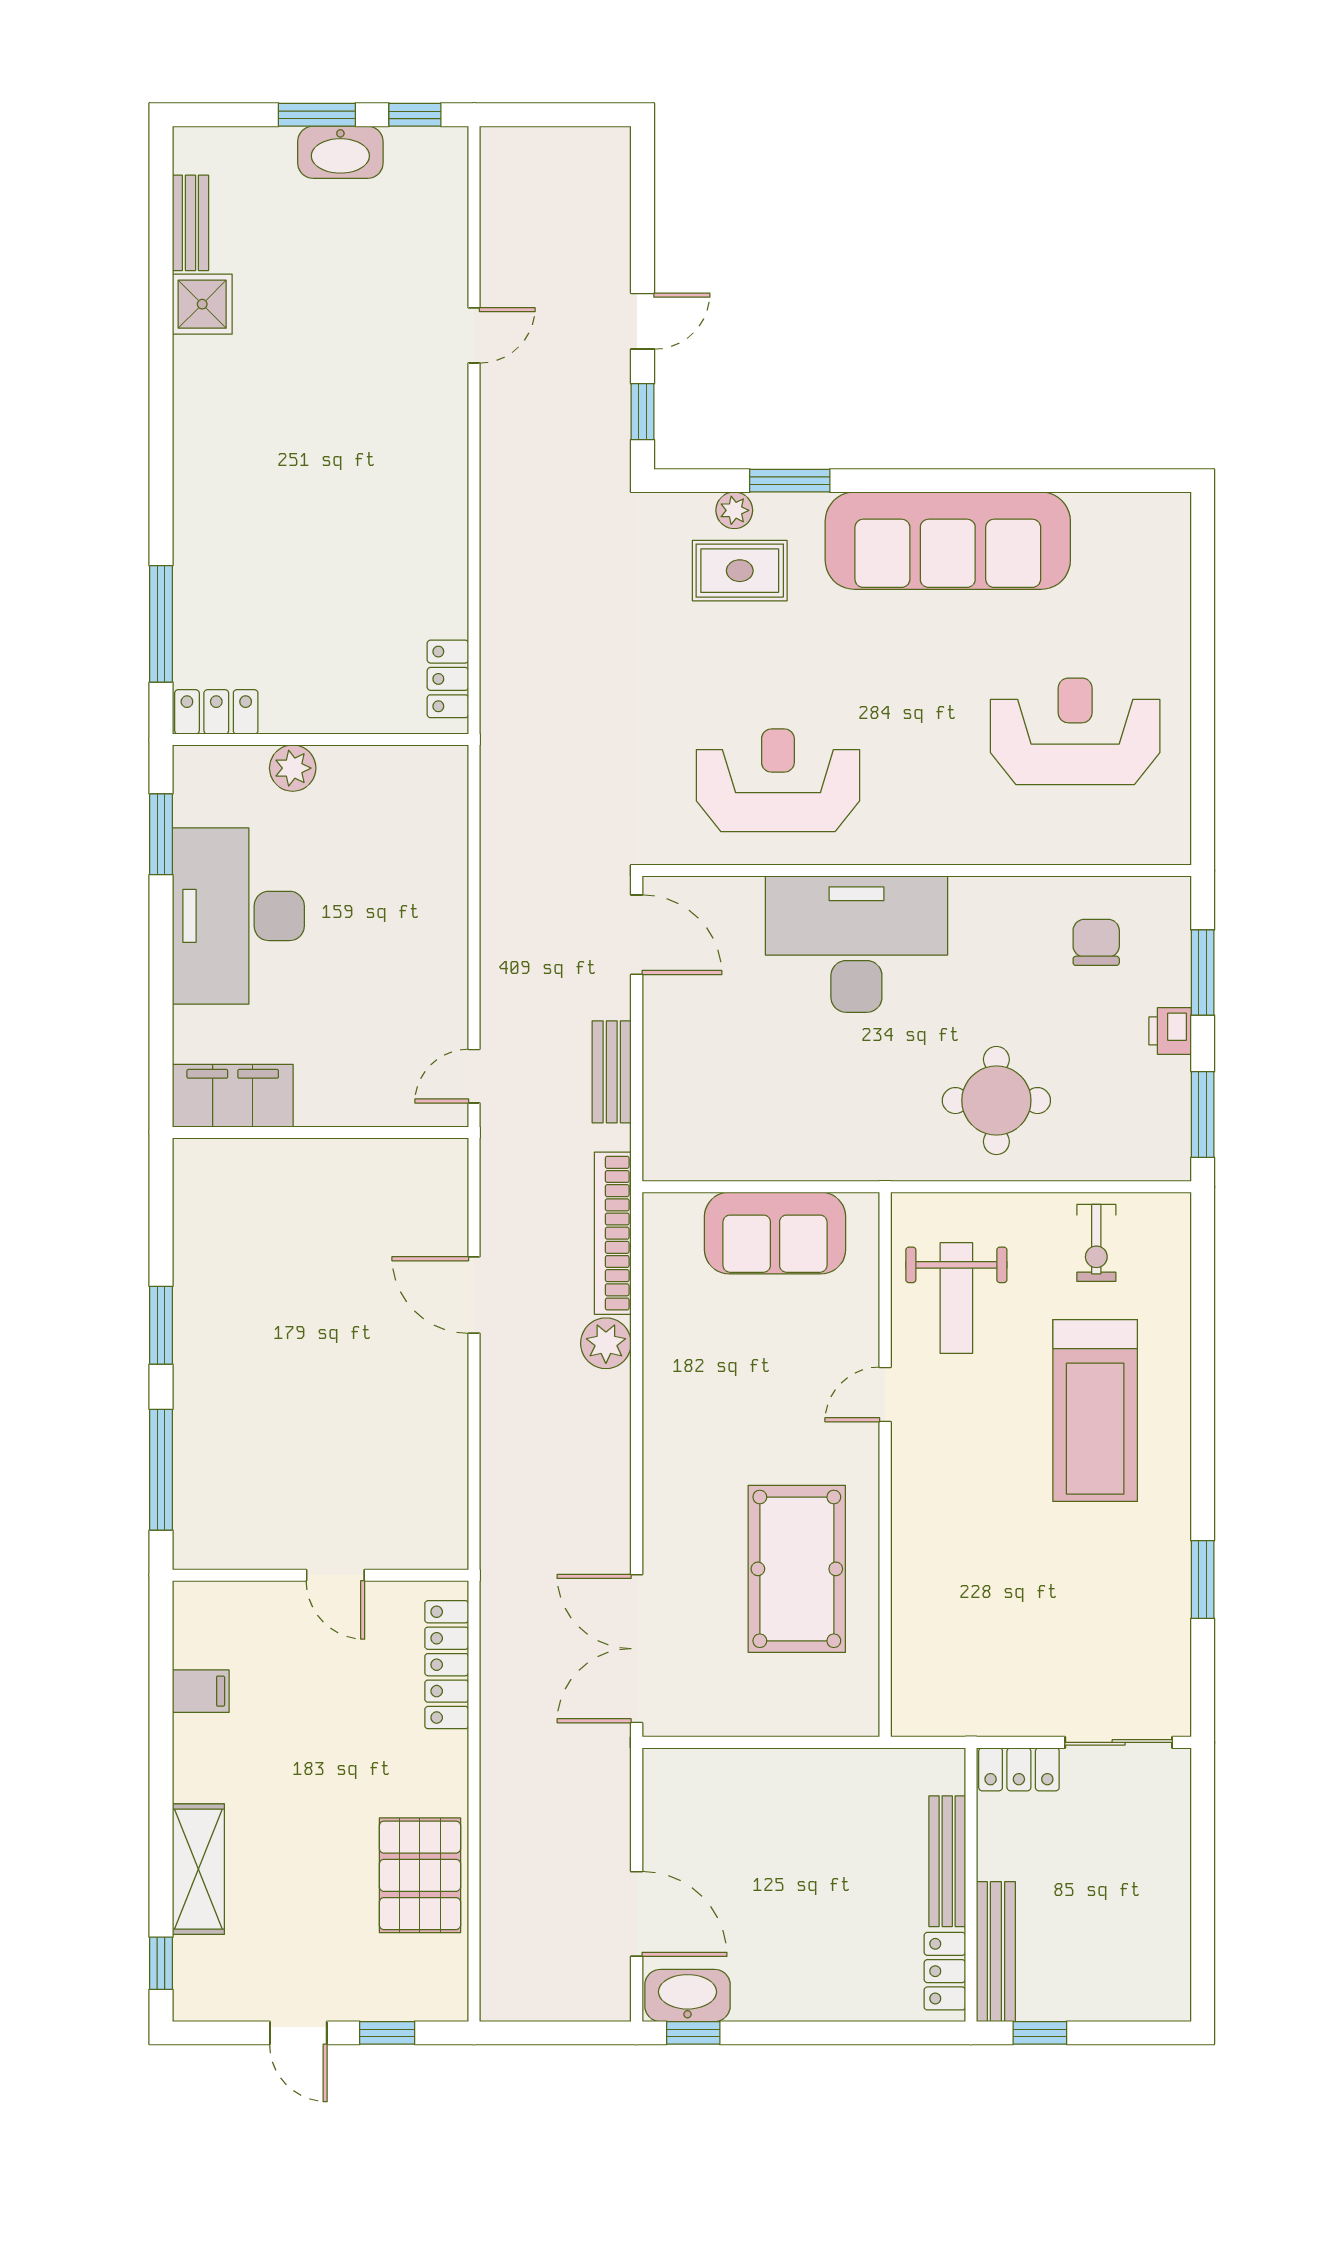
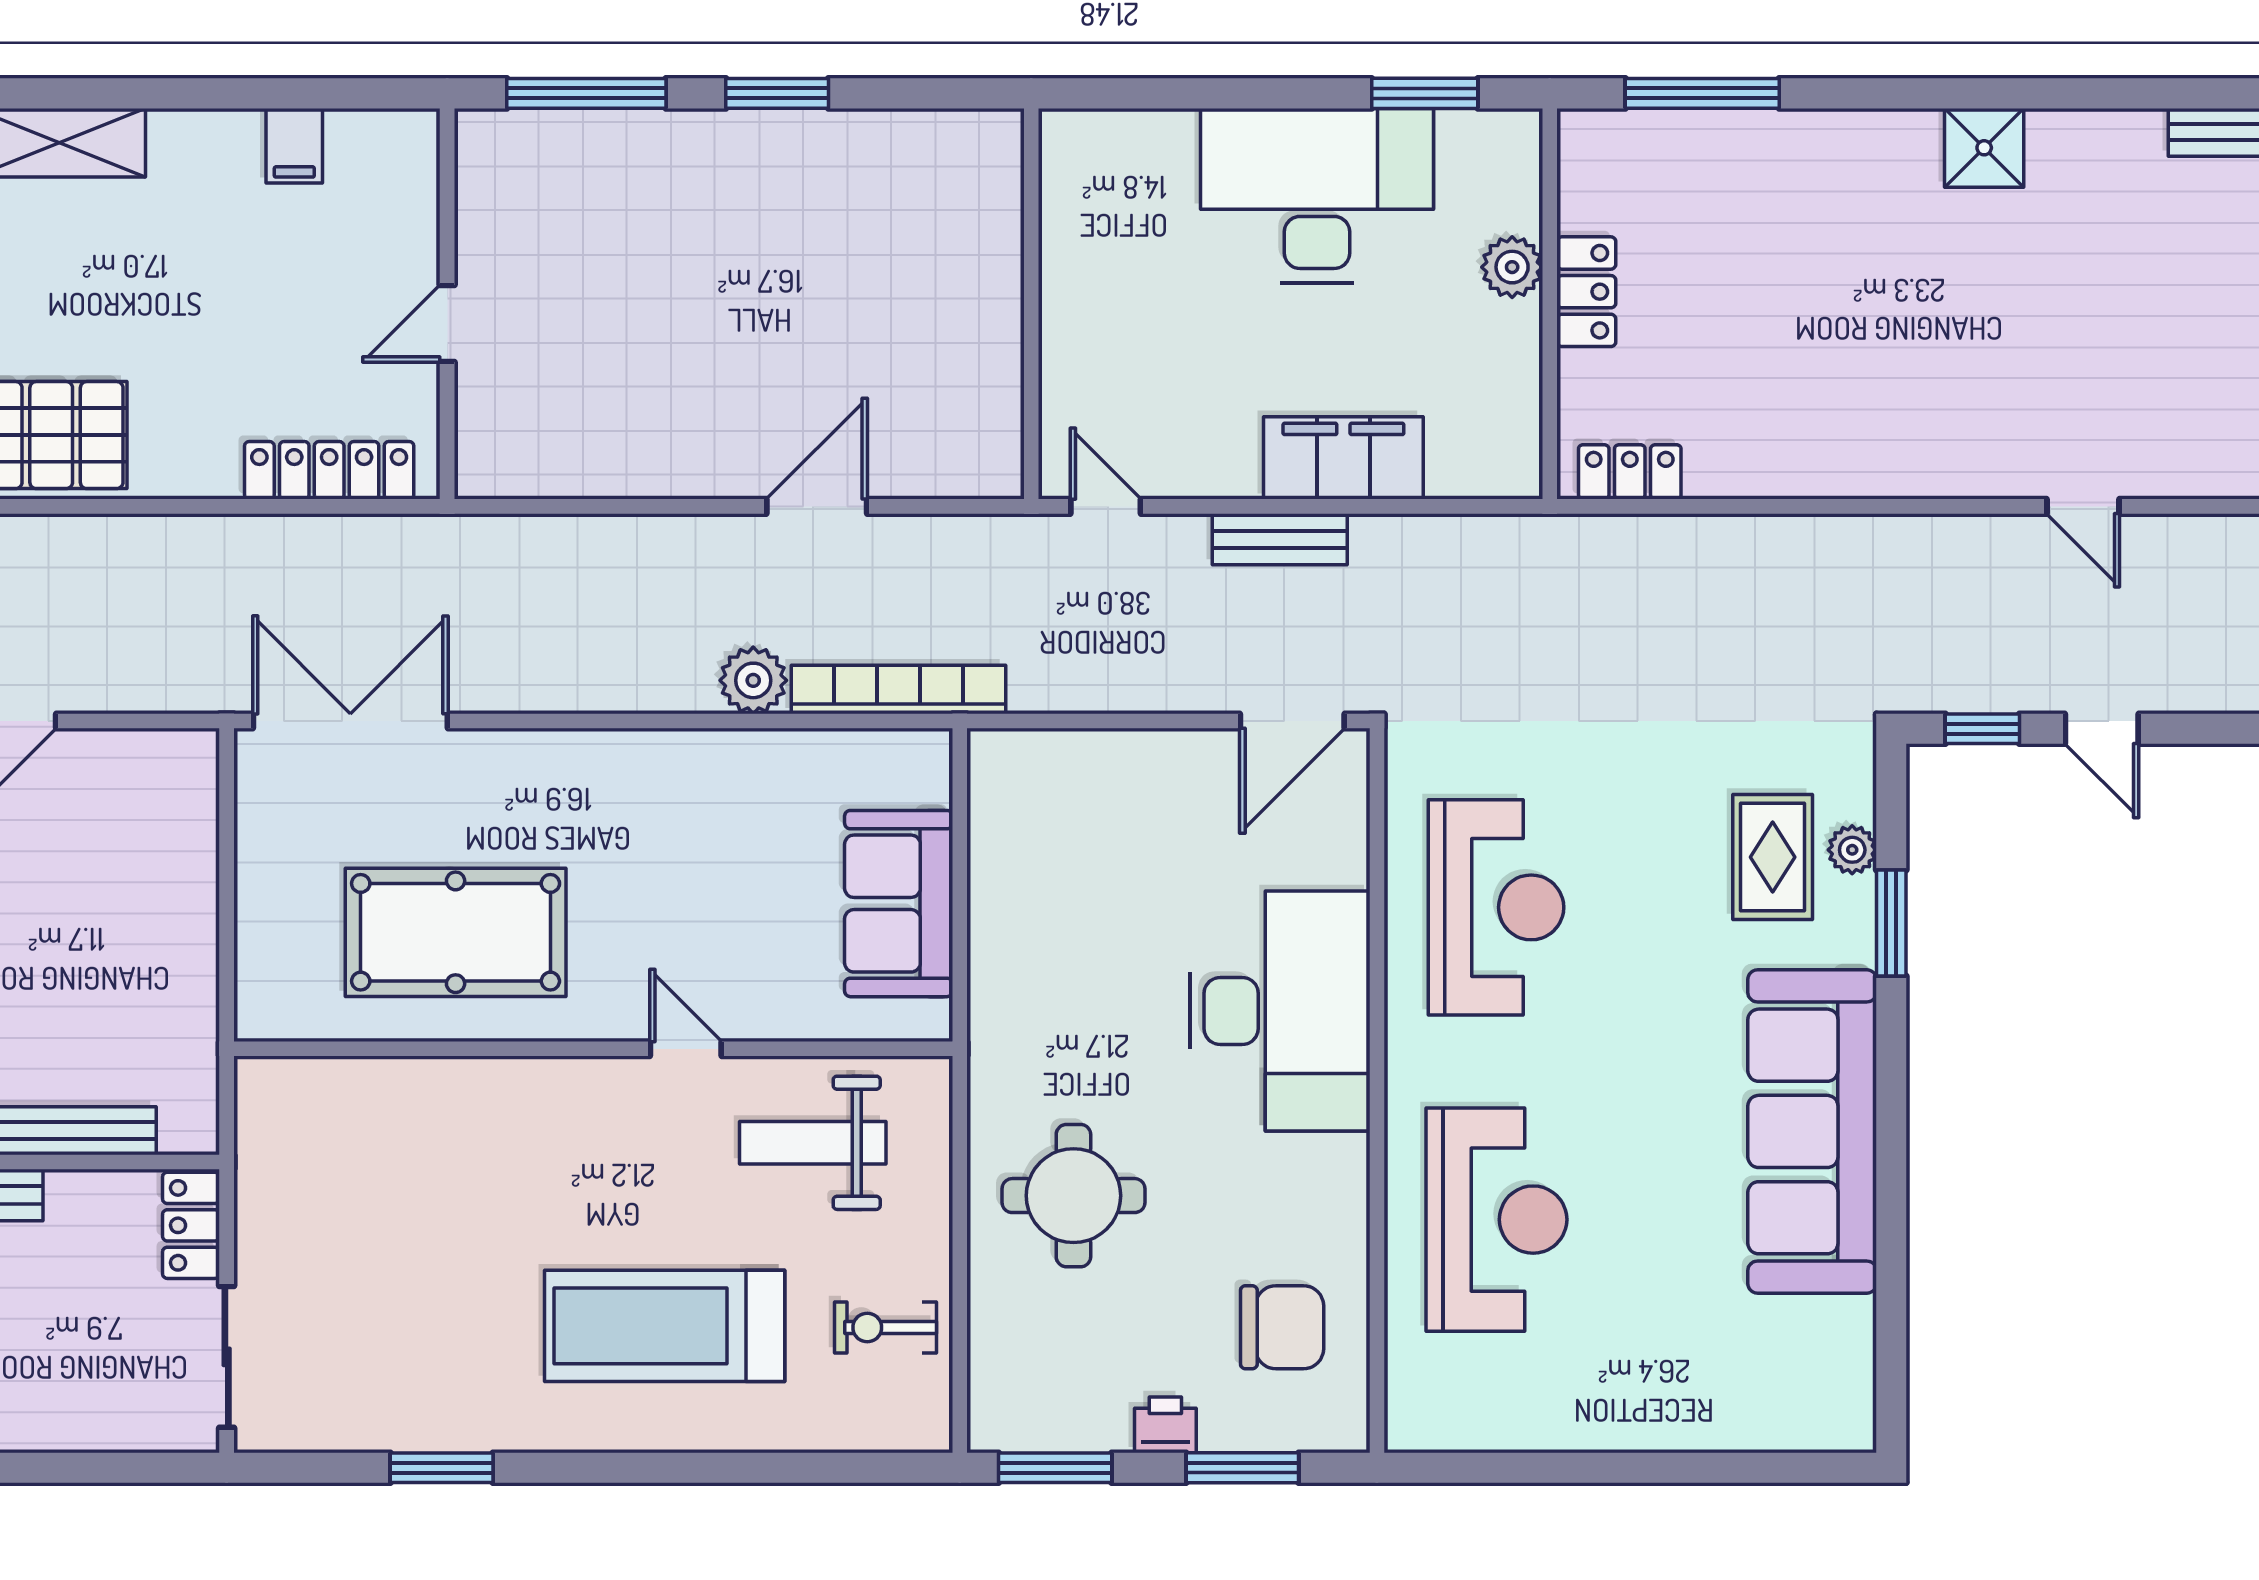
shower: (202, 304) -> (1984, 148), moved
locker: (216, 712) -> (1586, 292), moved
reception desk: (1075, 731) -> (1497, 1220), moved
chair: (1096, 942) -> (1282, 1327), width x1.37, depth x1.37
bench: (612, 1072) -> (1280, 539), moved
filing cabinet: (233, 1096) -> (1343, 458), moved, turned -90

